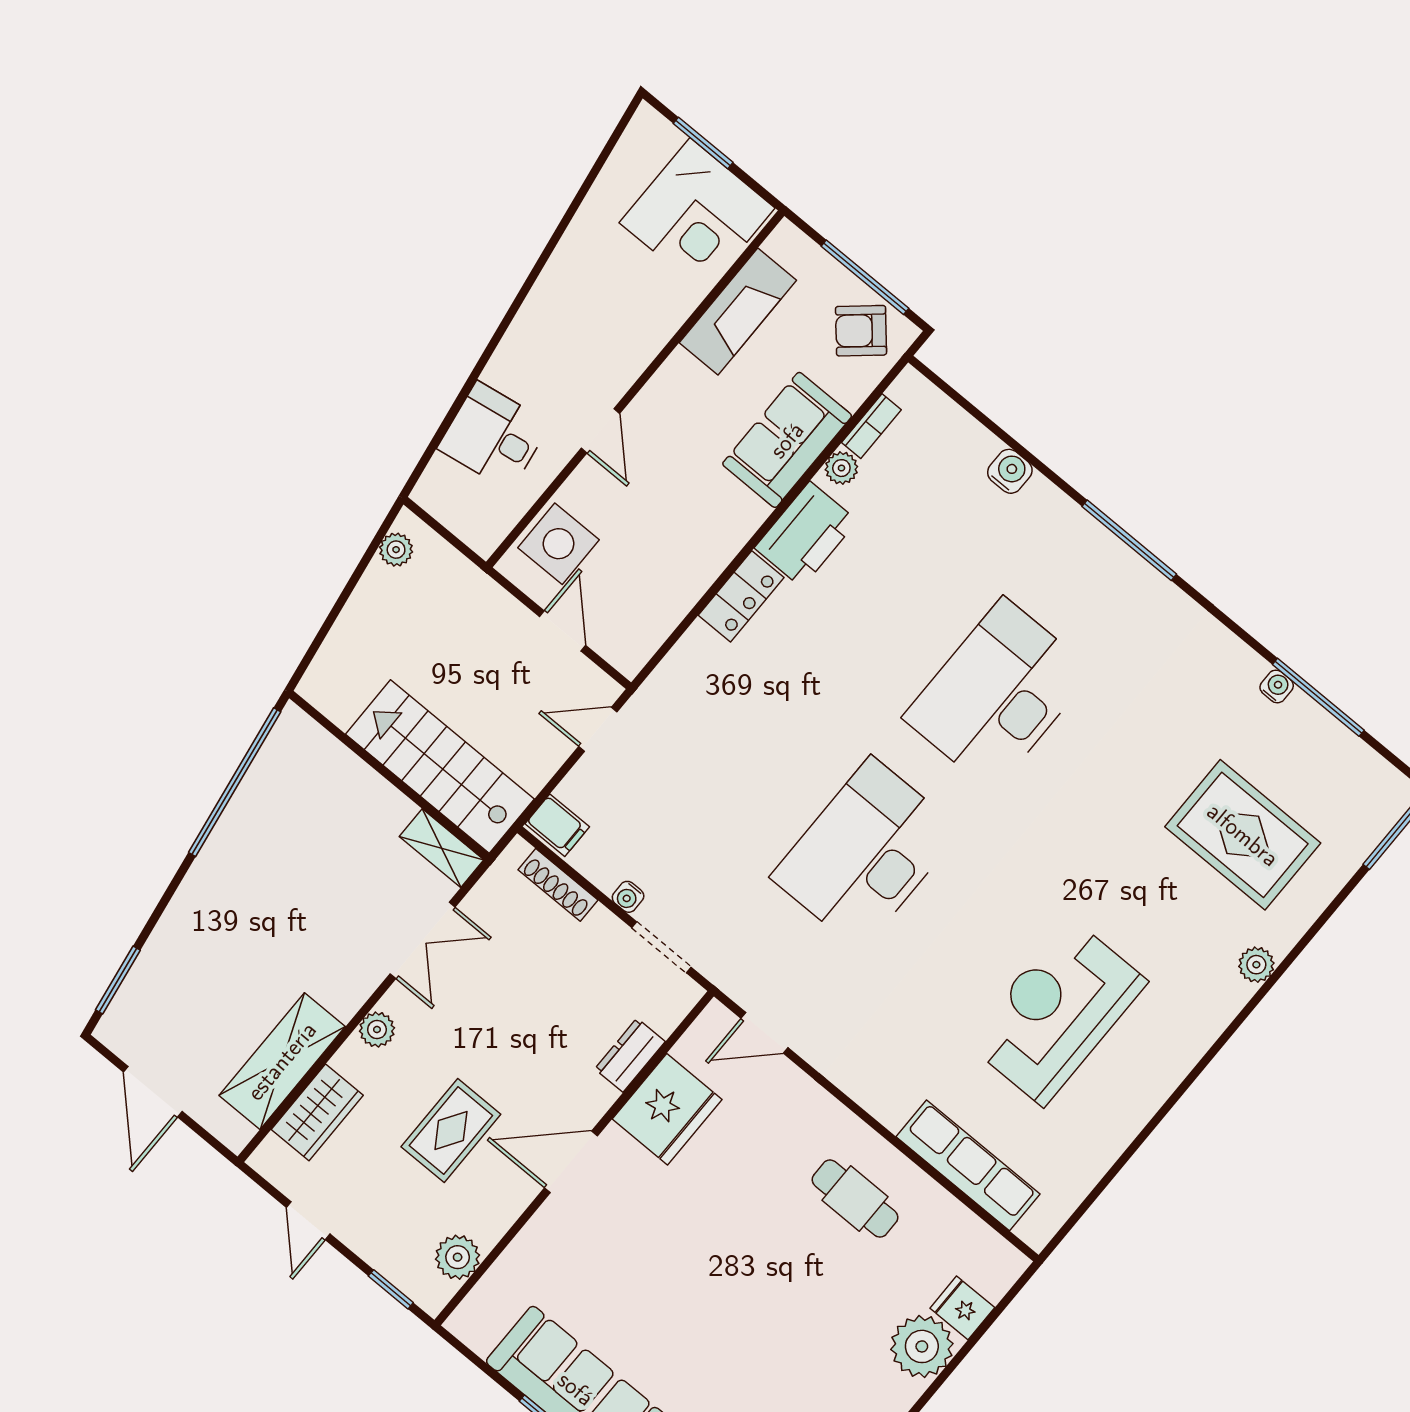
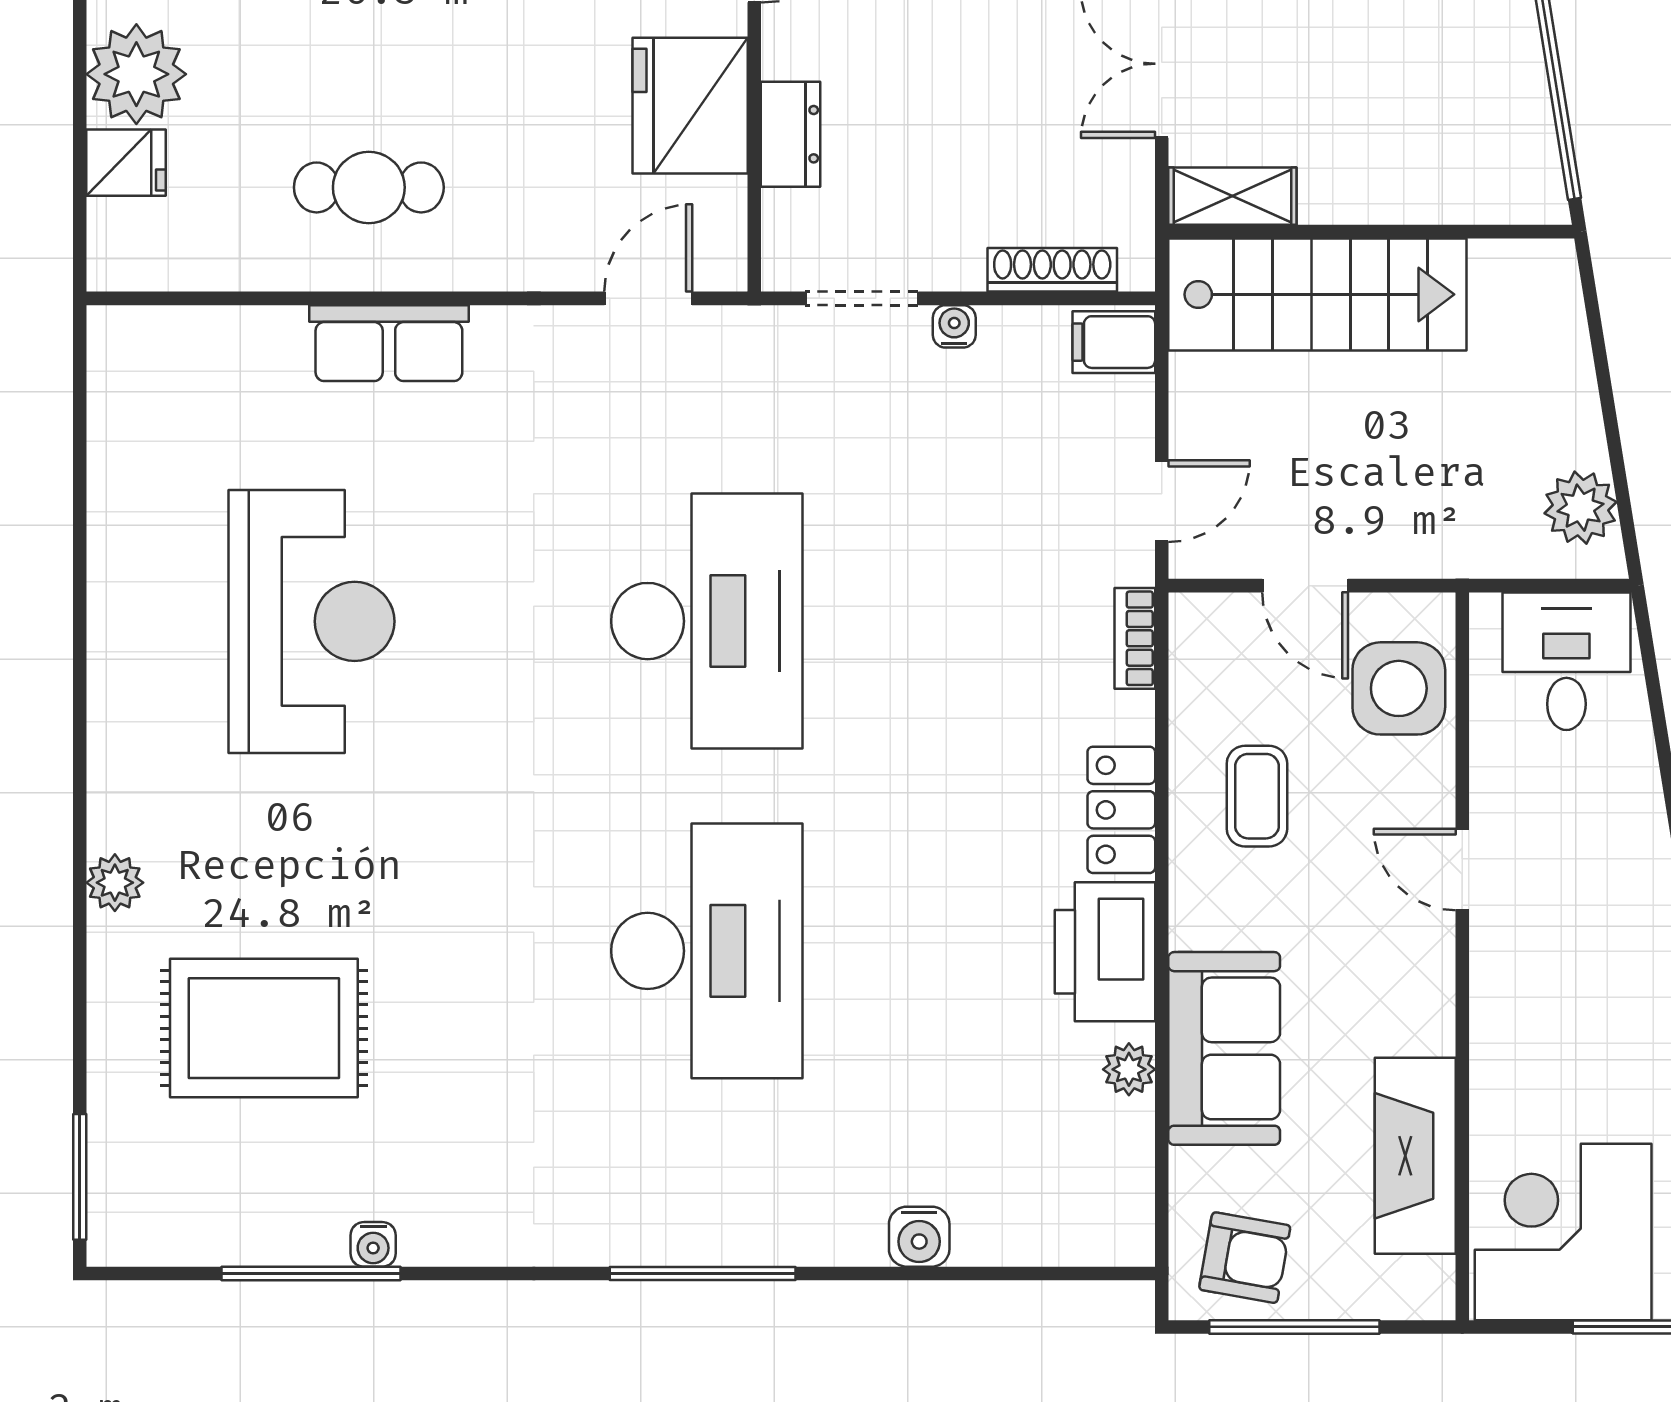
armchair: (861, 331) -> (1245, 1258), turned 51
bookcase: (871, 426) -> (1135, 638), moved
desk: (494, 436) -> (1566, 661), moved, turned -81
coffee table: (670, 549) -> (1257, 796), added
plant: (396, 550) -> (1581, 508), width x1.38, depth x1.38
row of seats: (968, 1165) -> (389, 343), moved, width x0.68

